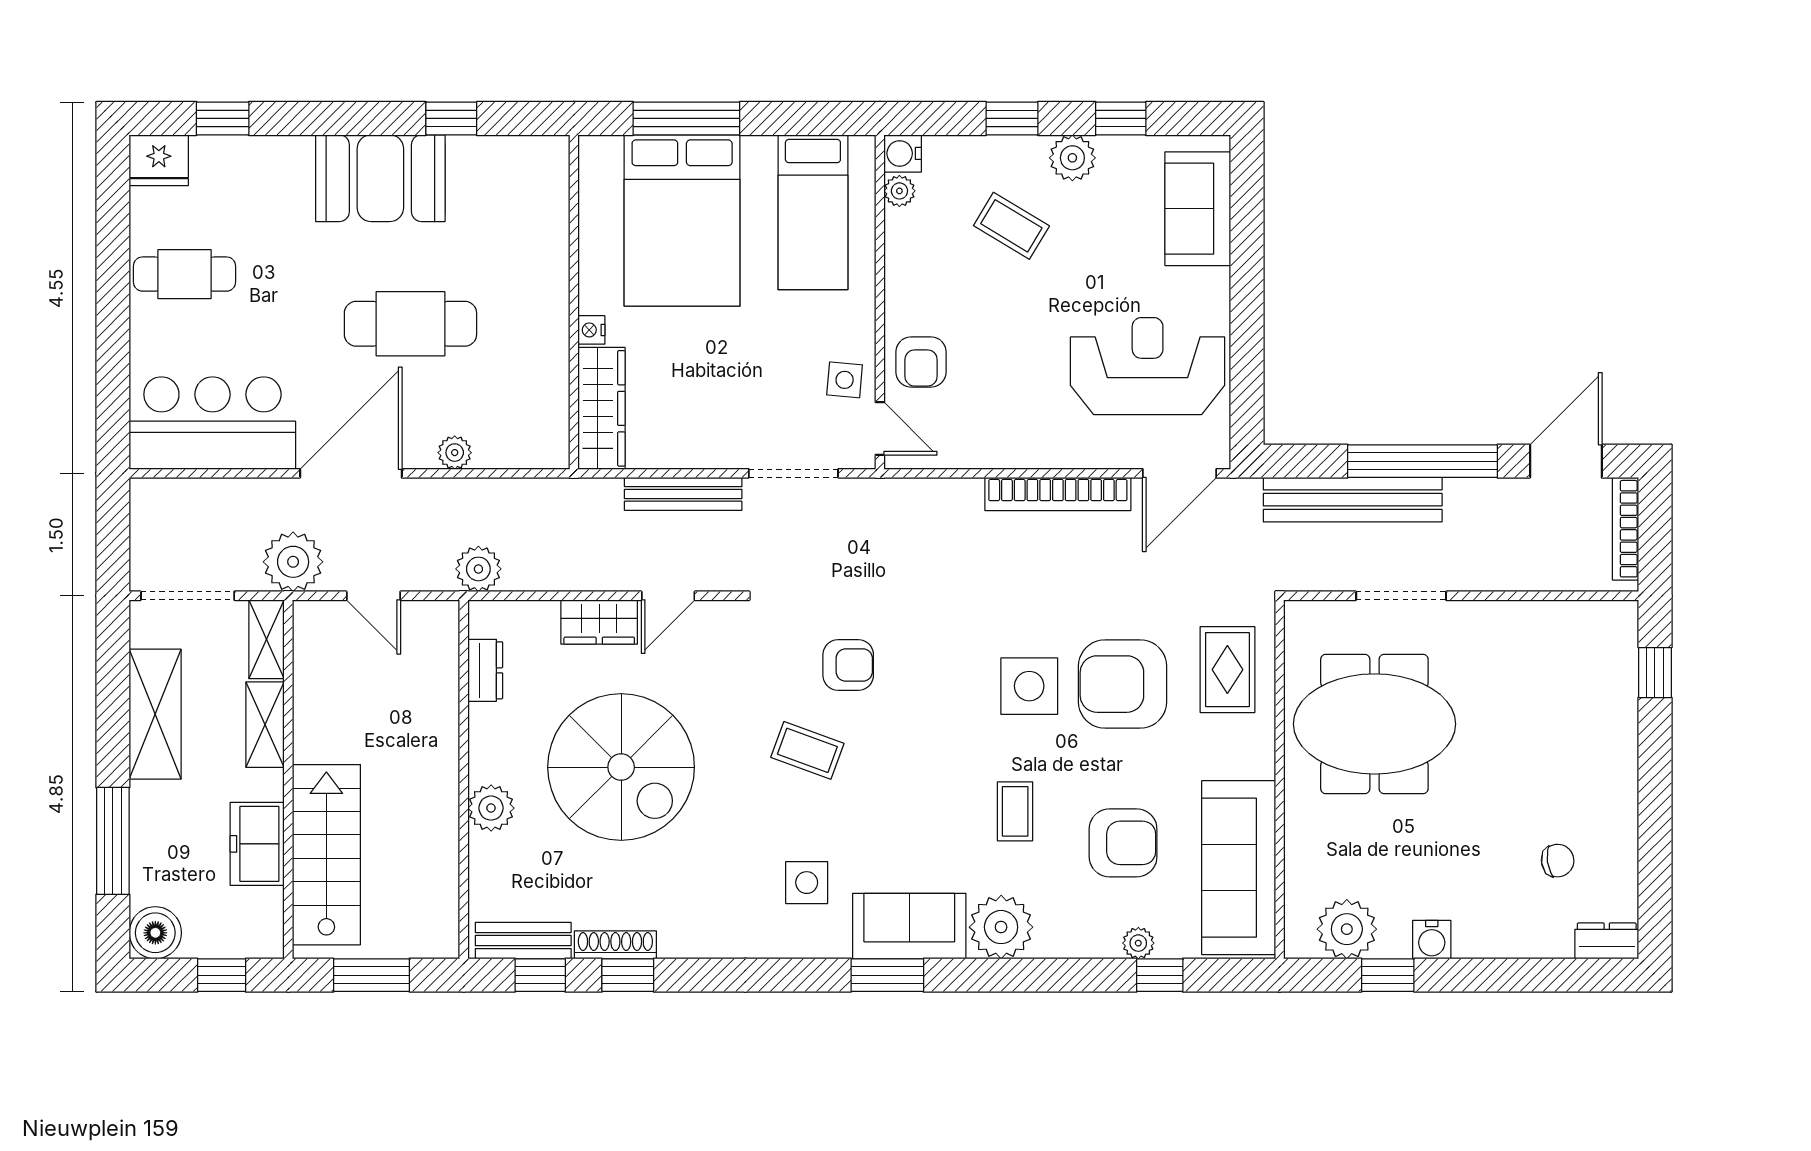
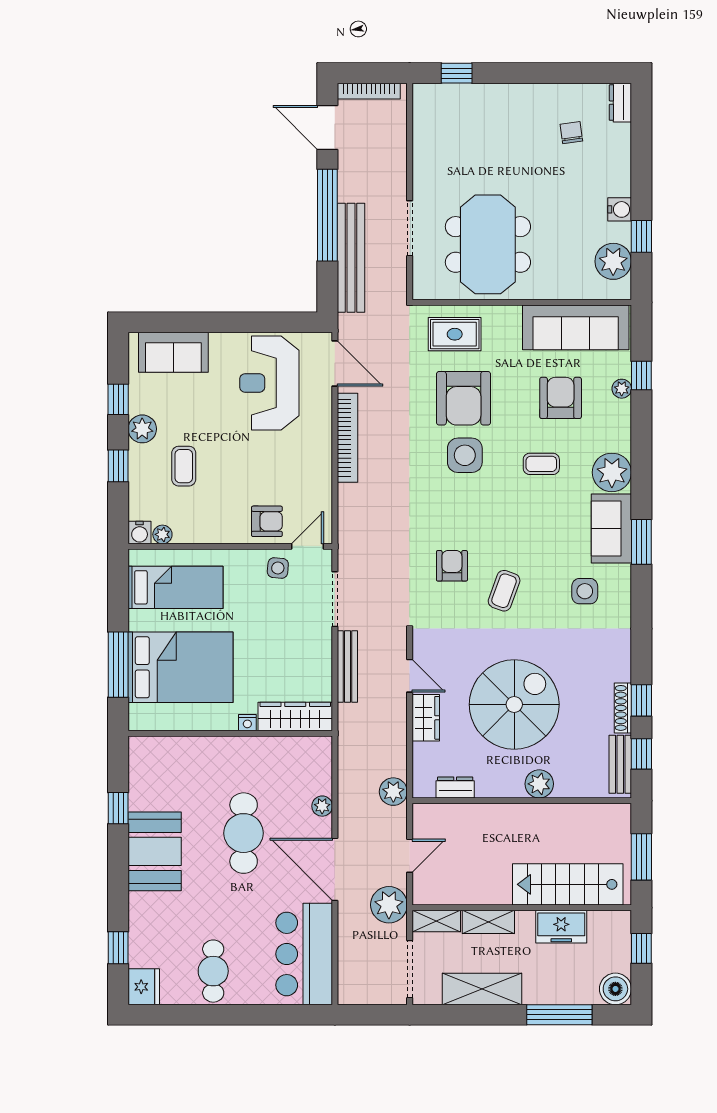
coffee table: (1011, 226) -> (184, 466), turned -31

